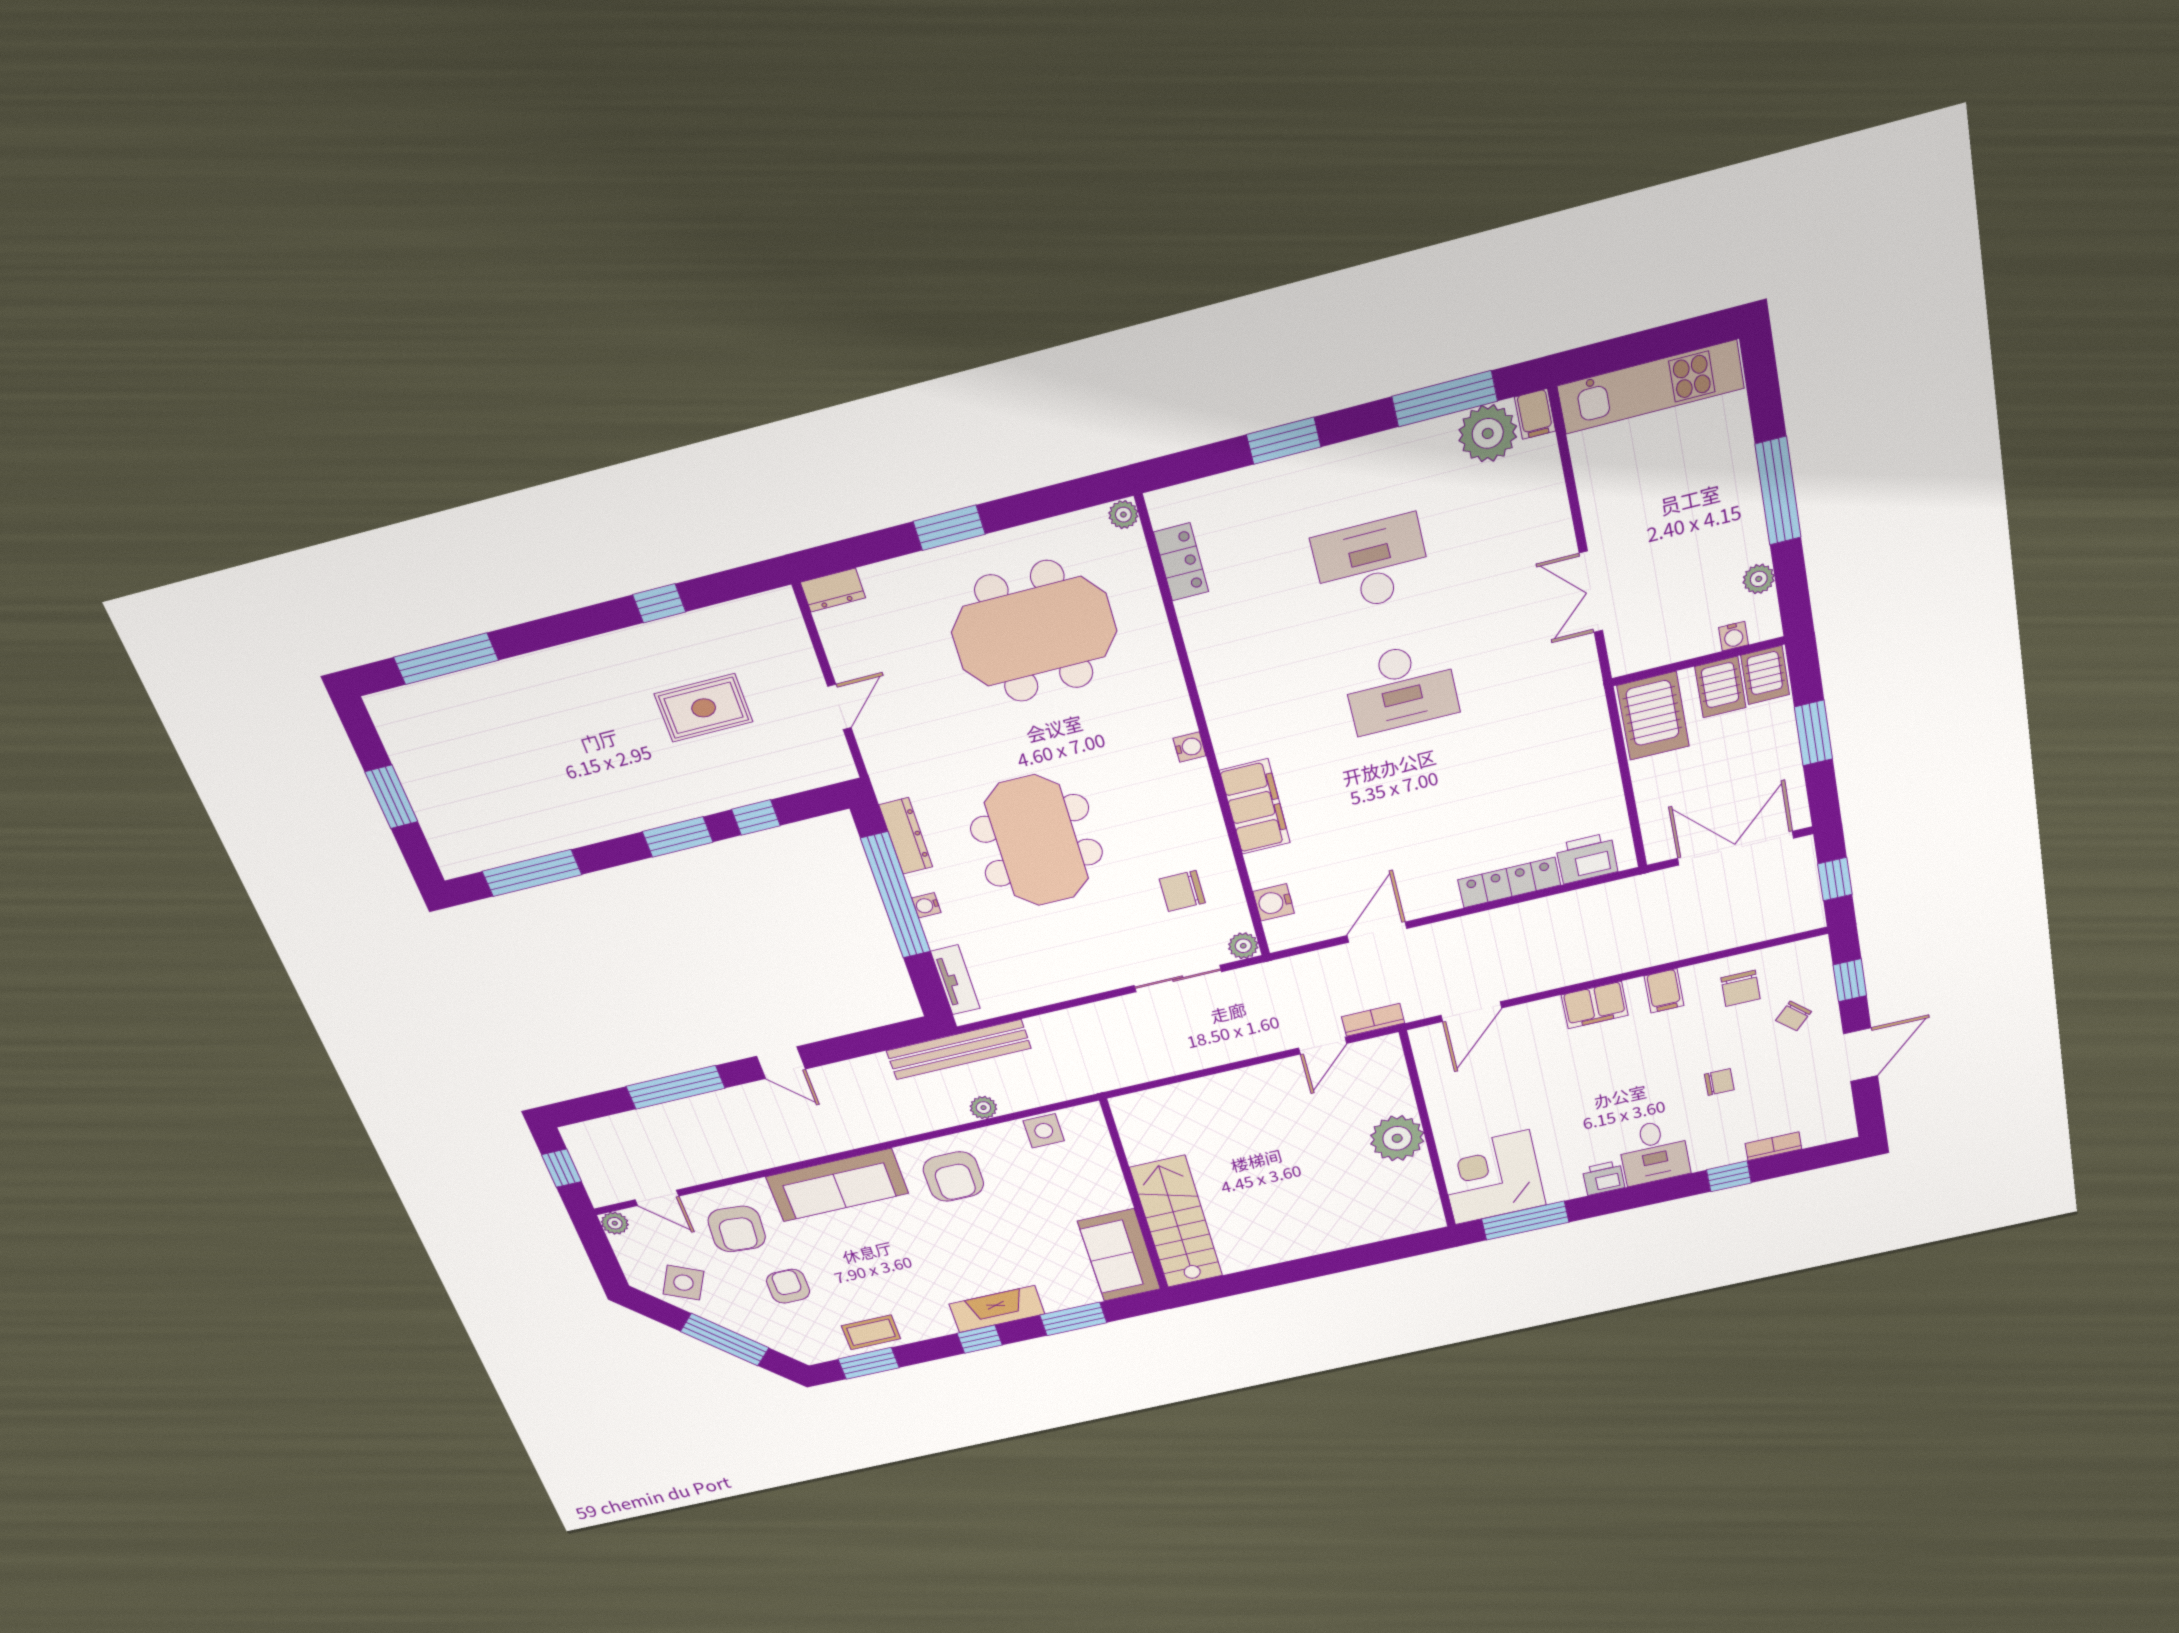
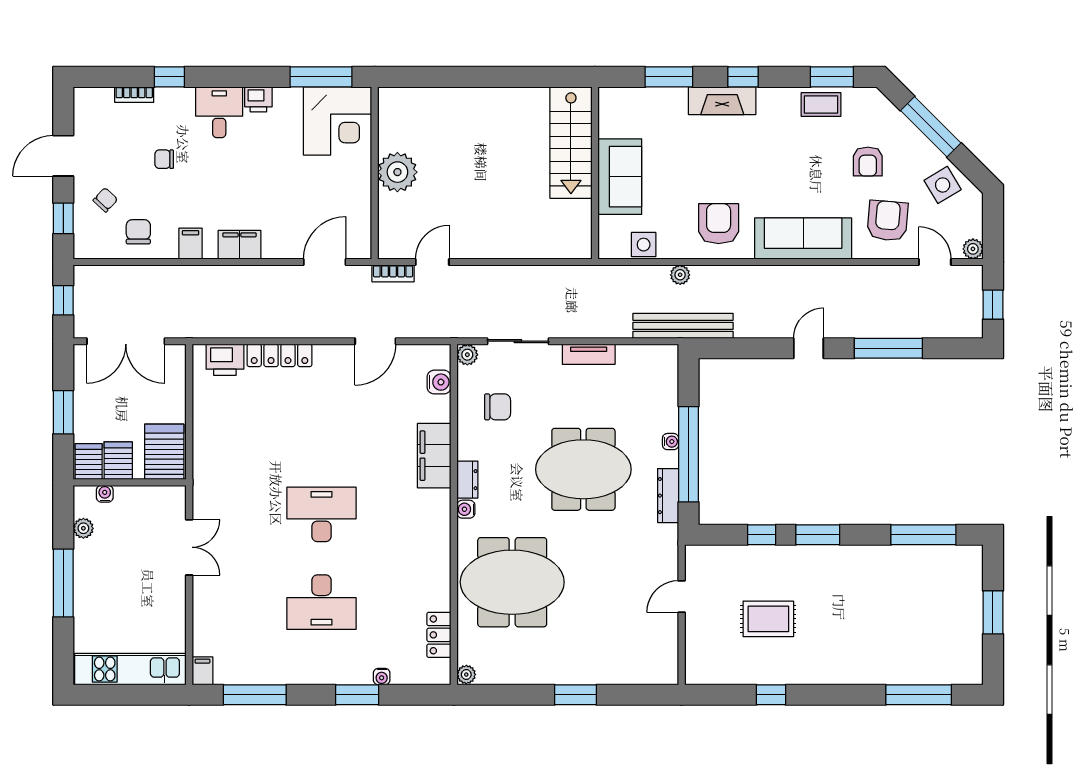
plant: (1488, 433) -> (233, 666), removed
water cooler: (1253, 478) -> (382, 677), added
dresser: (833, 590) -> (467, 480), moved, turned 90
meeting table: (1034, 632) -> (512, 582), moved
meeting table: (1037, 841) -> (583, 469), turned 90
tv unit: (955, 980) -> (589, 354), moved, turned -90
door: (781, 1063) -> (809, 348), hinge flipped
sofa: (1119, 1255) -> (620, 177), moved
side table: (683, 1283) -> (943, 185), turned 32

